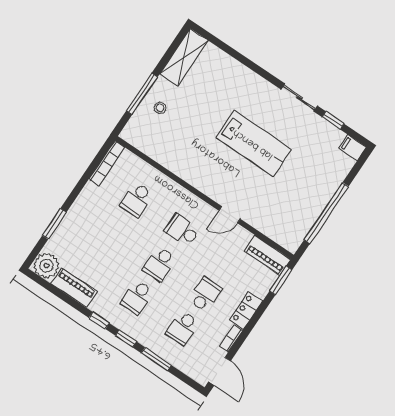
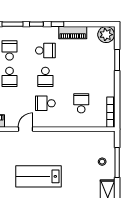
school desk: (182, 230) -> (45, 103), turned 180
school desk: (160, 264) -> (45, 77), turned 180
piano: (74, 288) -> (73, 33), moved
school desk: (137, 297) -> (45, 50), turned 90

